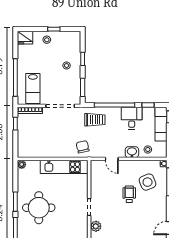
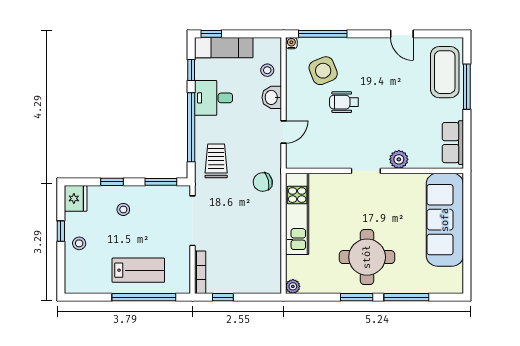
fridge: (25, 38) -> (76, 198), moved
lab bench: (33, 88) -> (138, 270), moved

